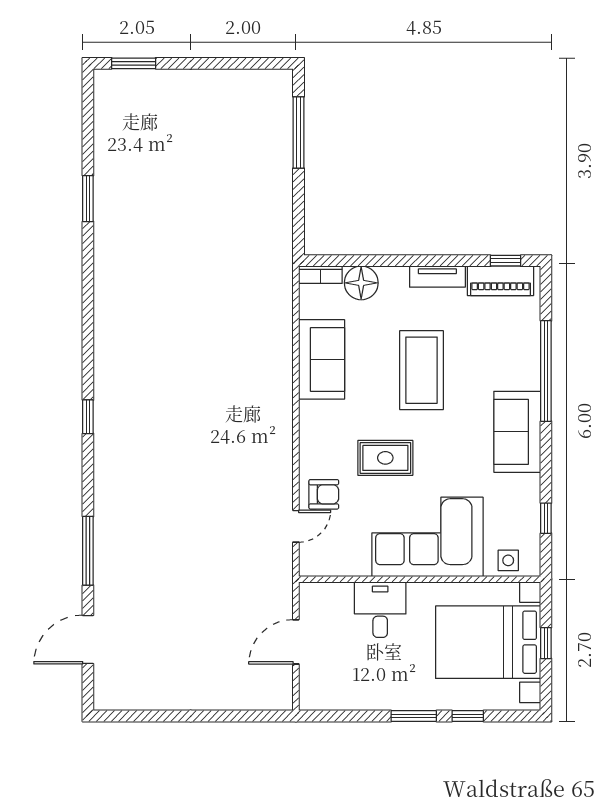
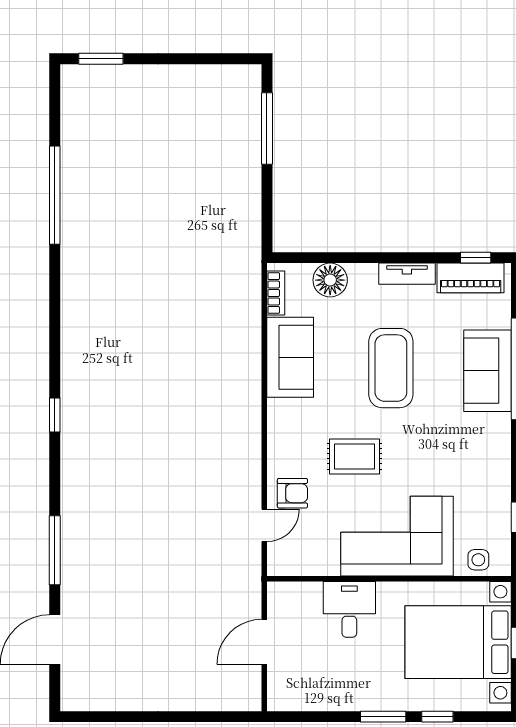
window: (88, 199) -> (55, 195), width x2.11
bookcase: (320, 275) -> (276, 293), moved, turned -90
sofa: (517, 432) -> (487, 371), moved

